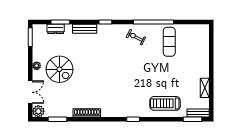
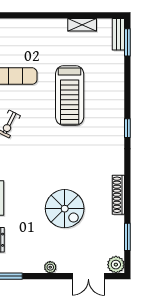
spiral stairs: (59, 69) -> (65, 209), moved, turned 90
double door: (30, 92) -> (88, 276), swing flipped
treadmill: (165, 103) -> (70, 95), moved, width x1.37, depth x1.38

